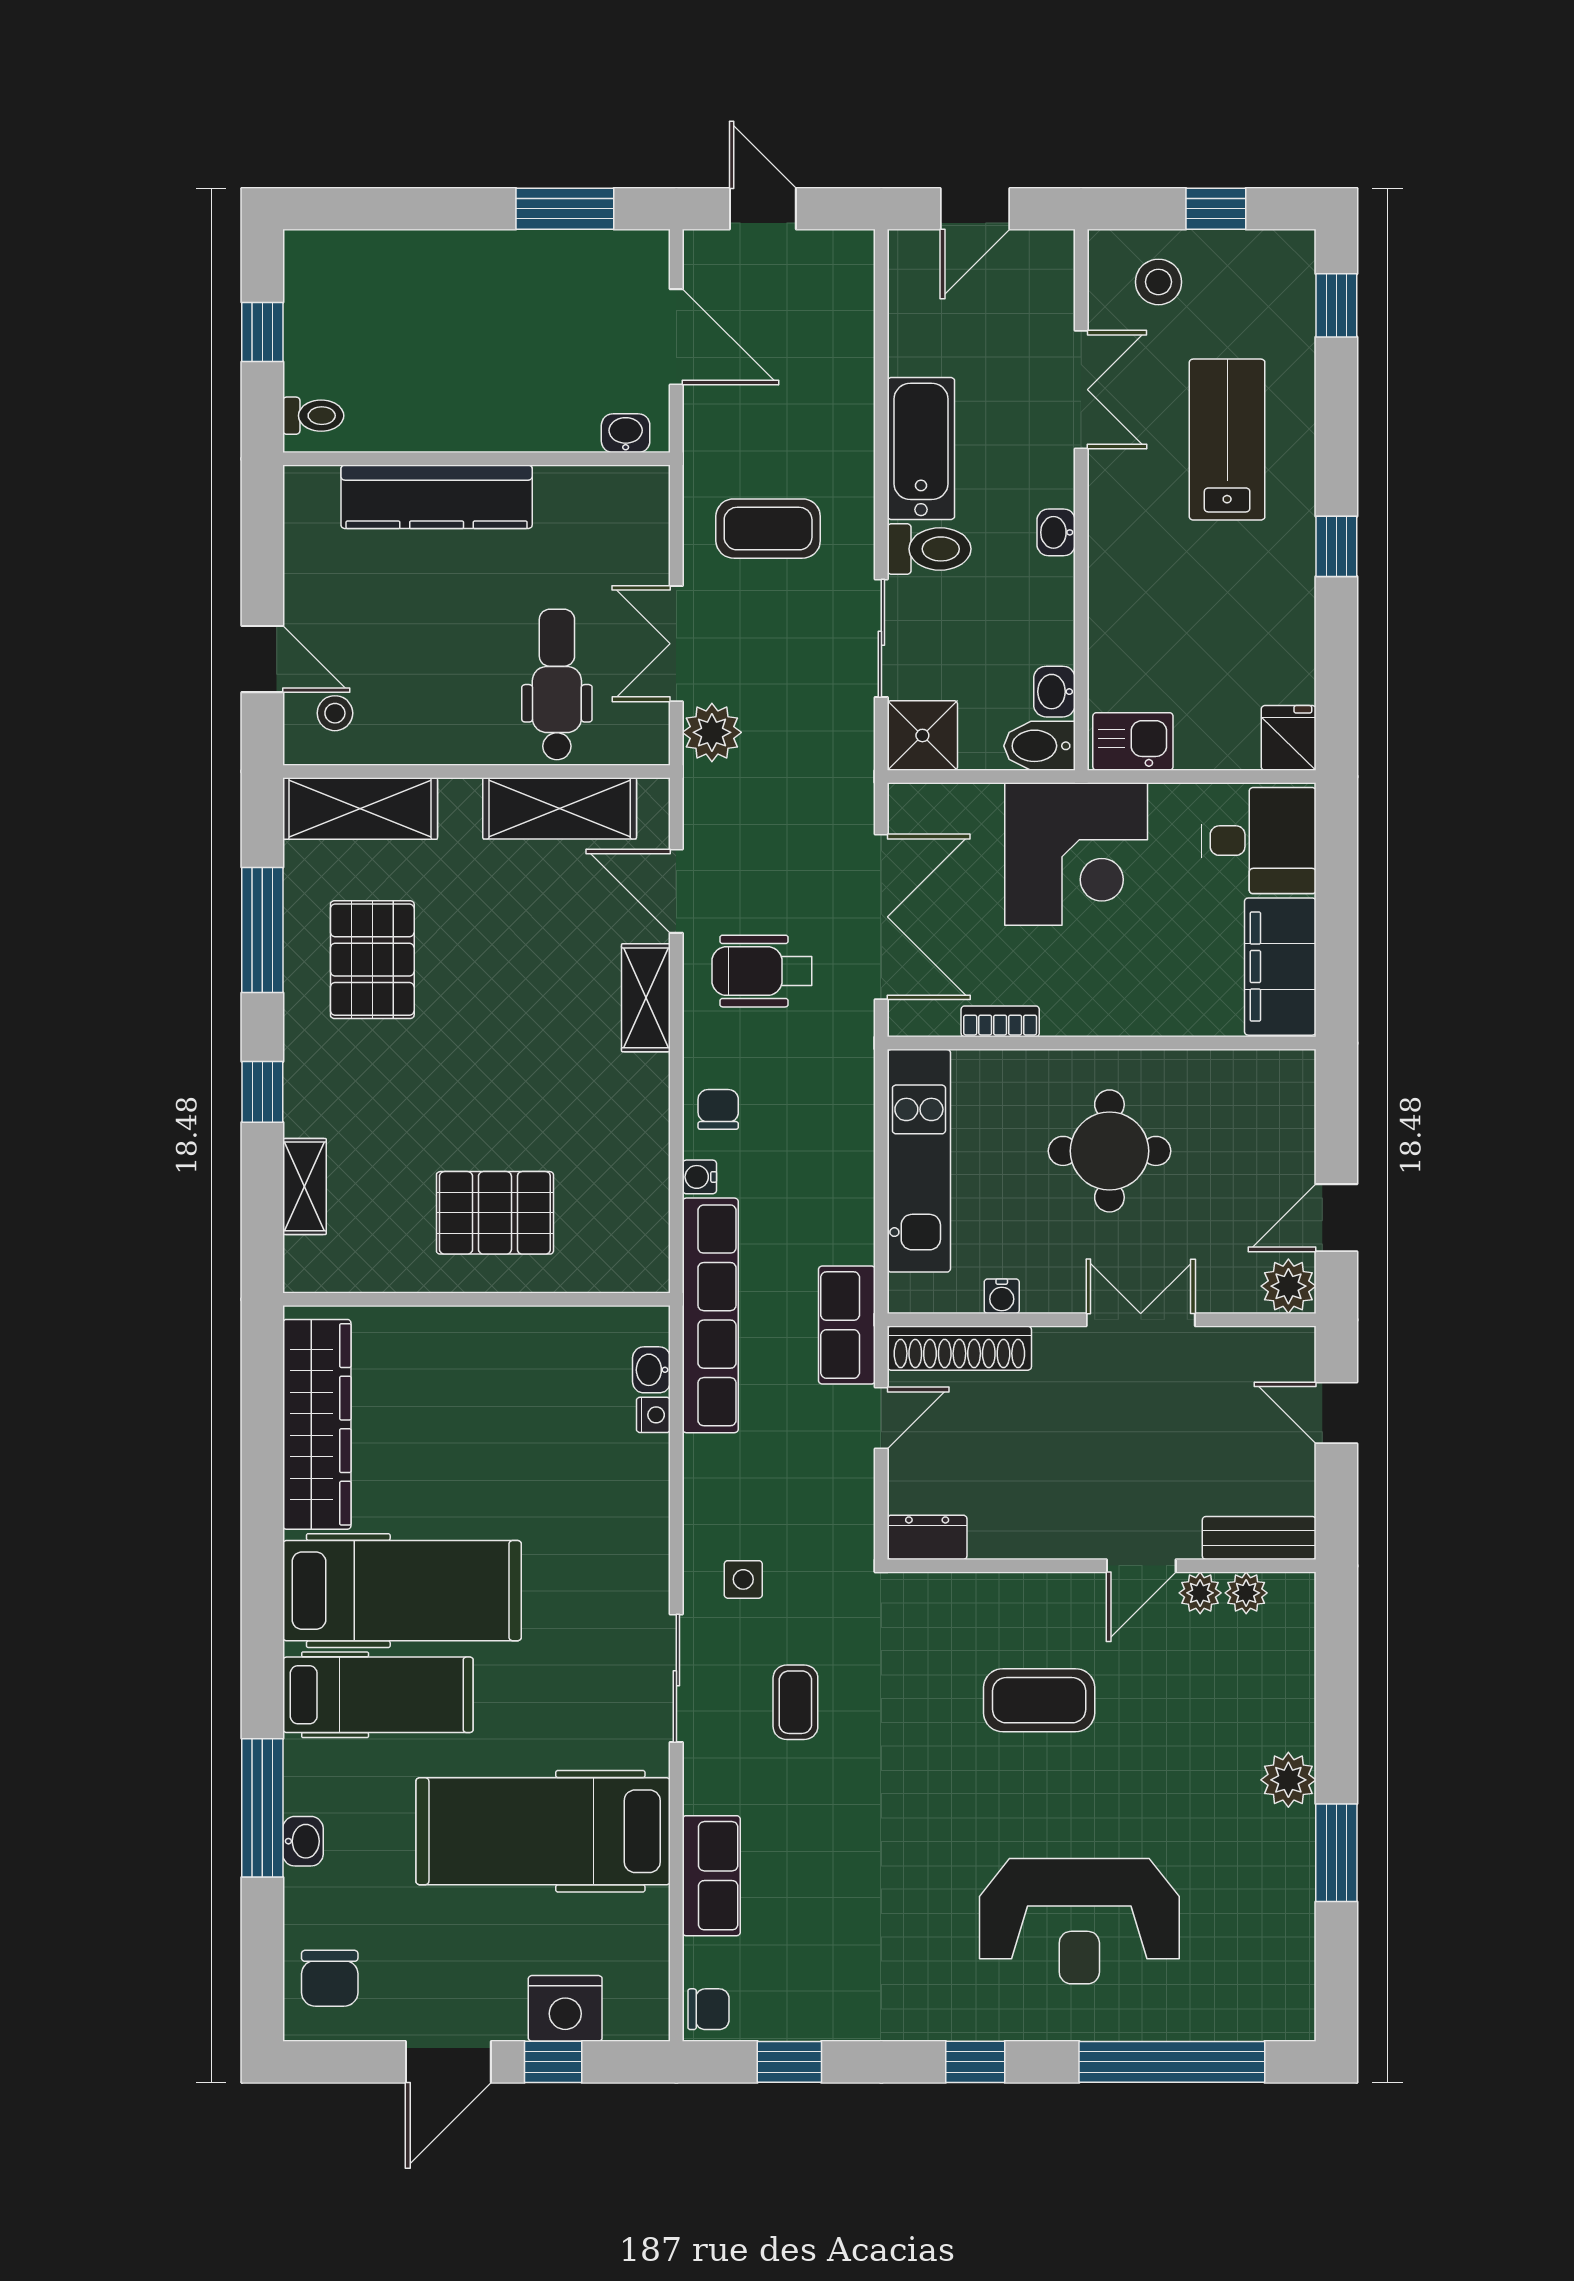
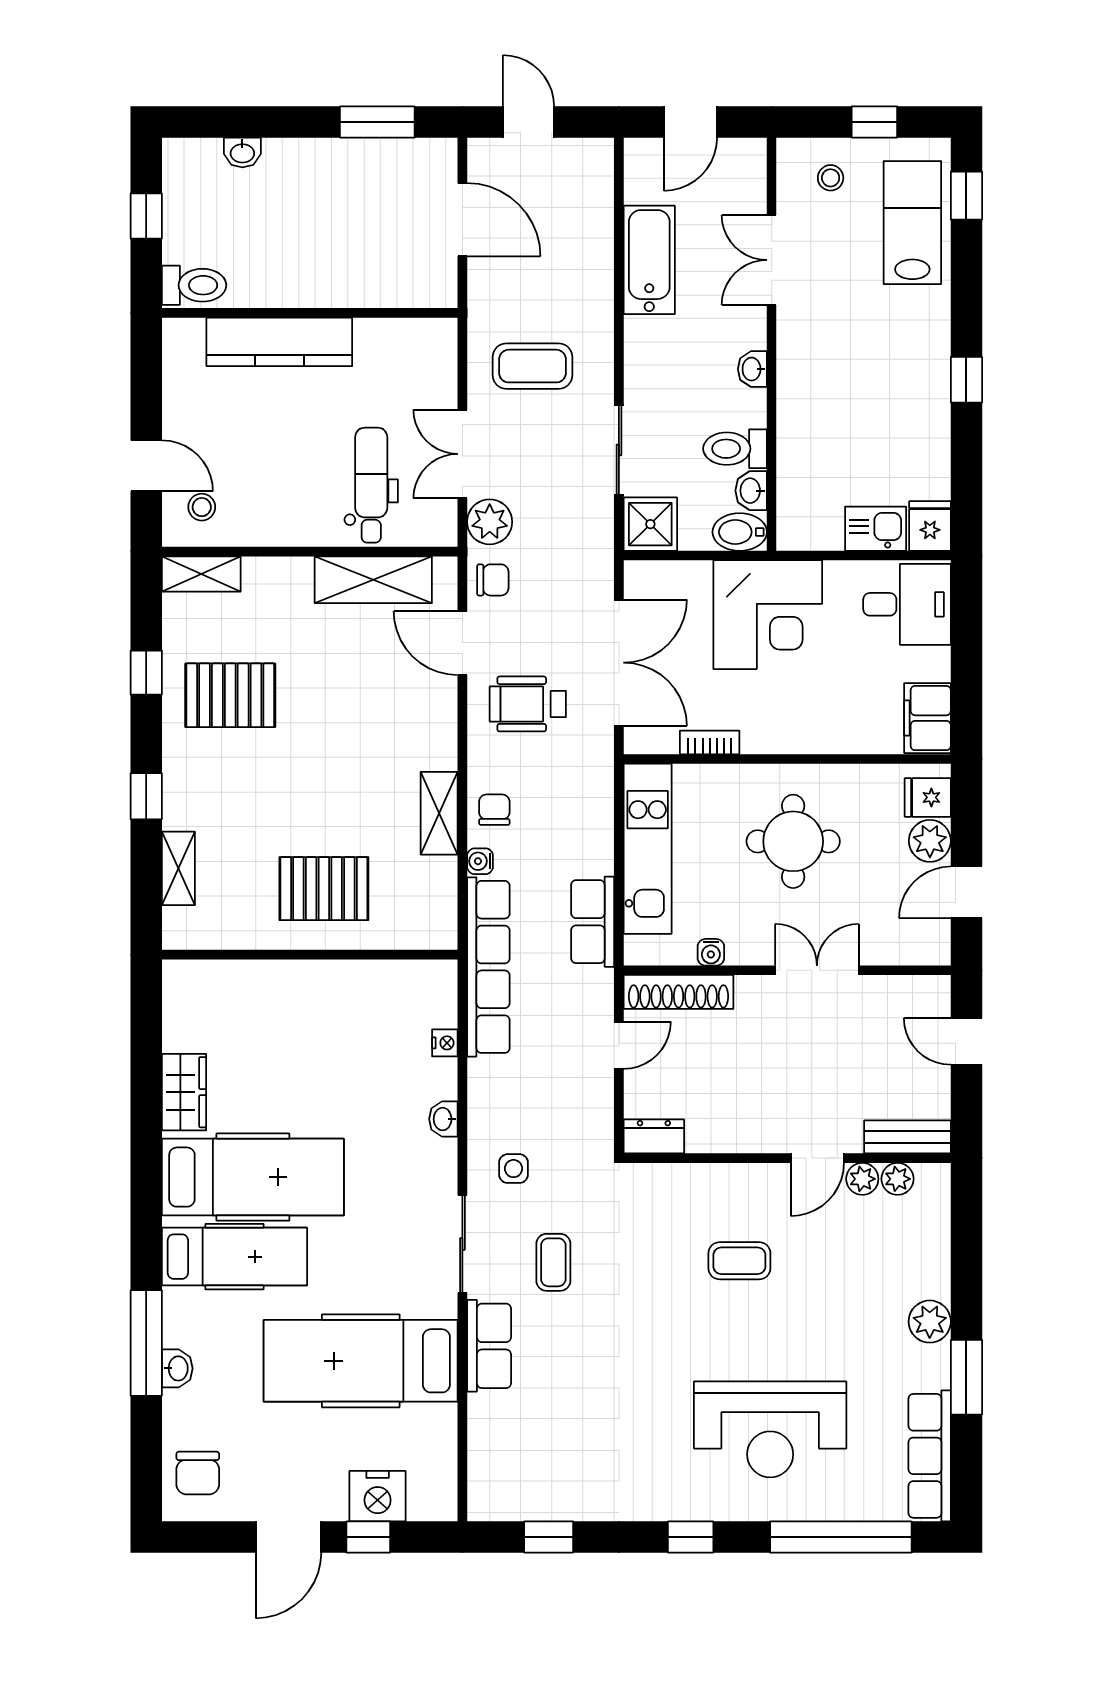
stool: (1158, 282) -> (831, 178), width x0.73, depth x0.73
double door: (1081, 390) -> (772, 260), swing flipped
toilet: (313, 416) -> (194, 285), width x1.37, depth x1.39
washbasin: (626, 433) -> (242, 152), moved, turned 180
lab bench: (1227, 440) -> (912, 223), moved
bathtub: (921, 449) -> (649, 260), moved
toilet: (929, 549) -> (735, 449), moved, turned 180
kitchen sink: (1133, 741) -> (876, 529), moved
shelving: (360, 809) -> (201, 574), width x0.67, depth x0.75
window: (262, 930) -> (146, 673), width x0.46
pallet: (372, 960) -> (230, 695), turned 90
filing cabinet: (1280, 967) -> (927, 718), width x0.67, depth x0.86
shelving: (646, 998) -> (439, 813), moved
fridge: (1286, 1093) -> (928, 797), added
plant: (1288, 1286) -> (930, 841), moved
row of seats: (847, 1325) -> (593, 922), moved
washbasin: (651, 1370) -> (443, 1119), moved
wardrobe: (317, 1424) -> (184, 1092), width x0.48, depth x0.85
coffee table: (1039, 1700) -> (739, 1261), width x0.73, depth x0.77
row of seats: (711, 1876) -> (489, 1346), moved
row of seats: (1288, 1956) -> (930, 1456), added
chair: (708, 2009) -> (493, 580), moved

